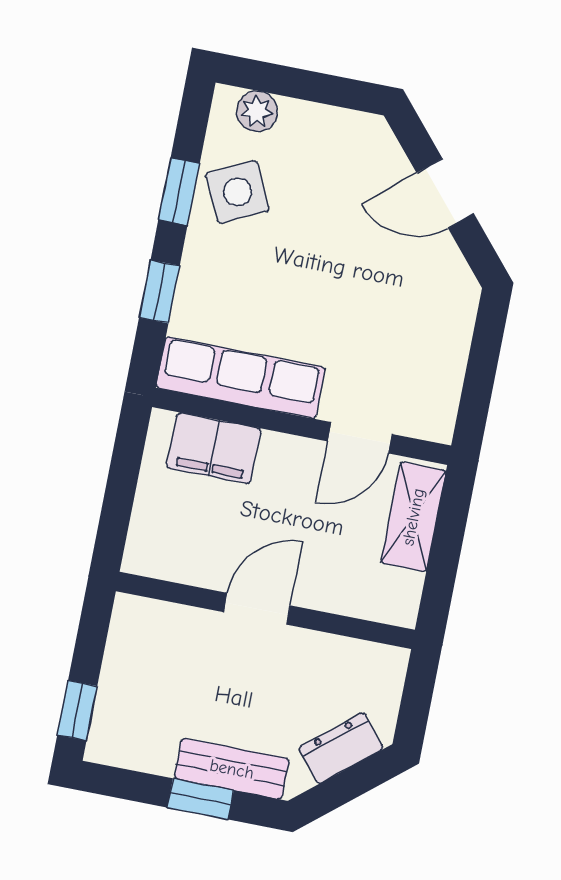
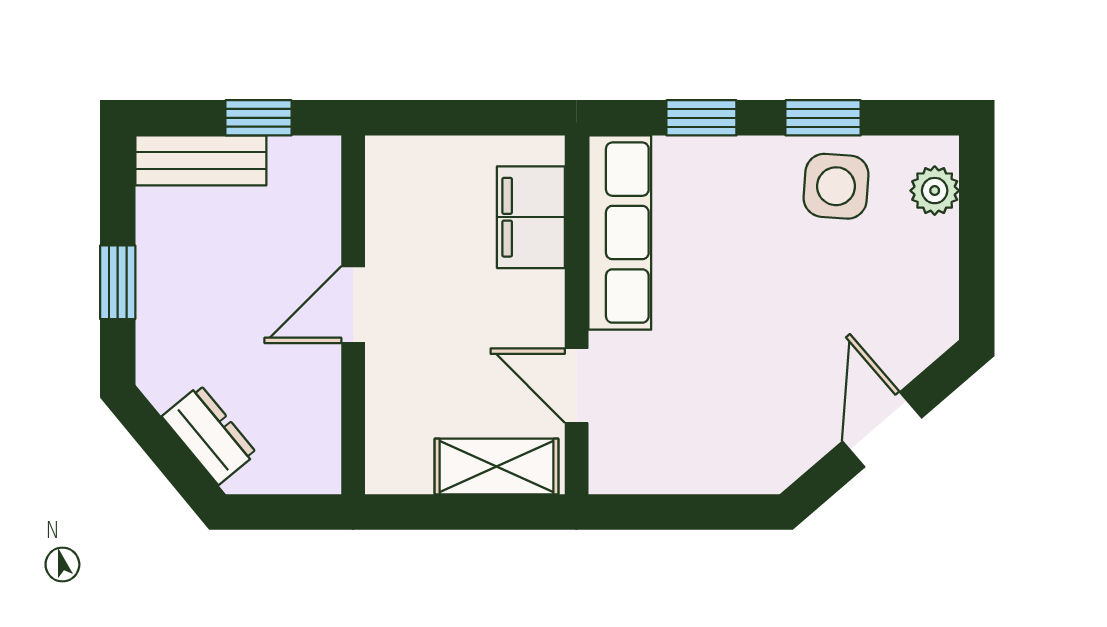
side table: (237, 192) -> (836, 186), turned 30
door: (257, 609) -> (353, 305), swing flipped
window: (77, 711) -> (259, 118), moved
bench: (232, 769) -> (201, 160), moved, turned 90

